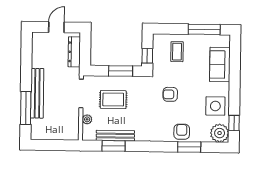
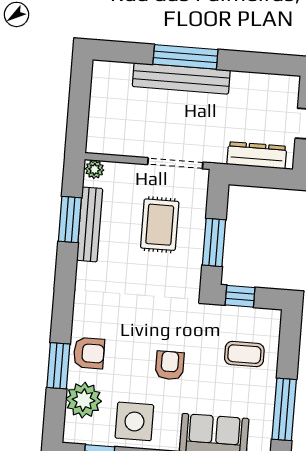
armchair: (170, 94) -> (170, 365), moved
window: (26, 108) -> (185, 57), moved
plant: (87, 119) -> (95, 169), moved
plant: (220, 133) -> (84, 400), moved

